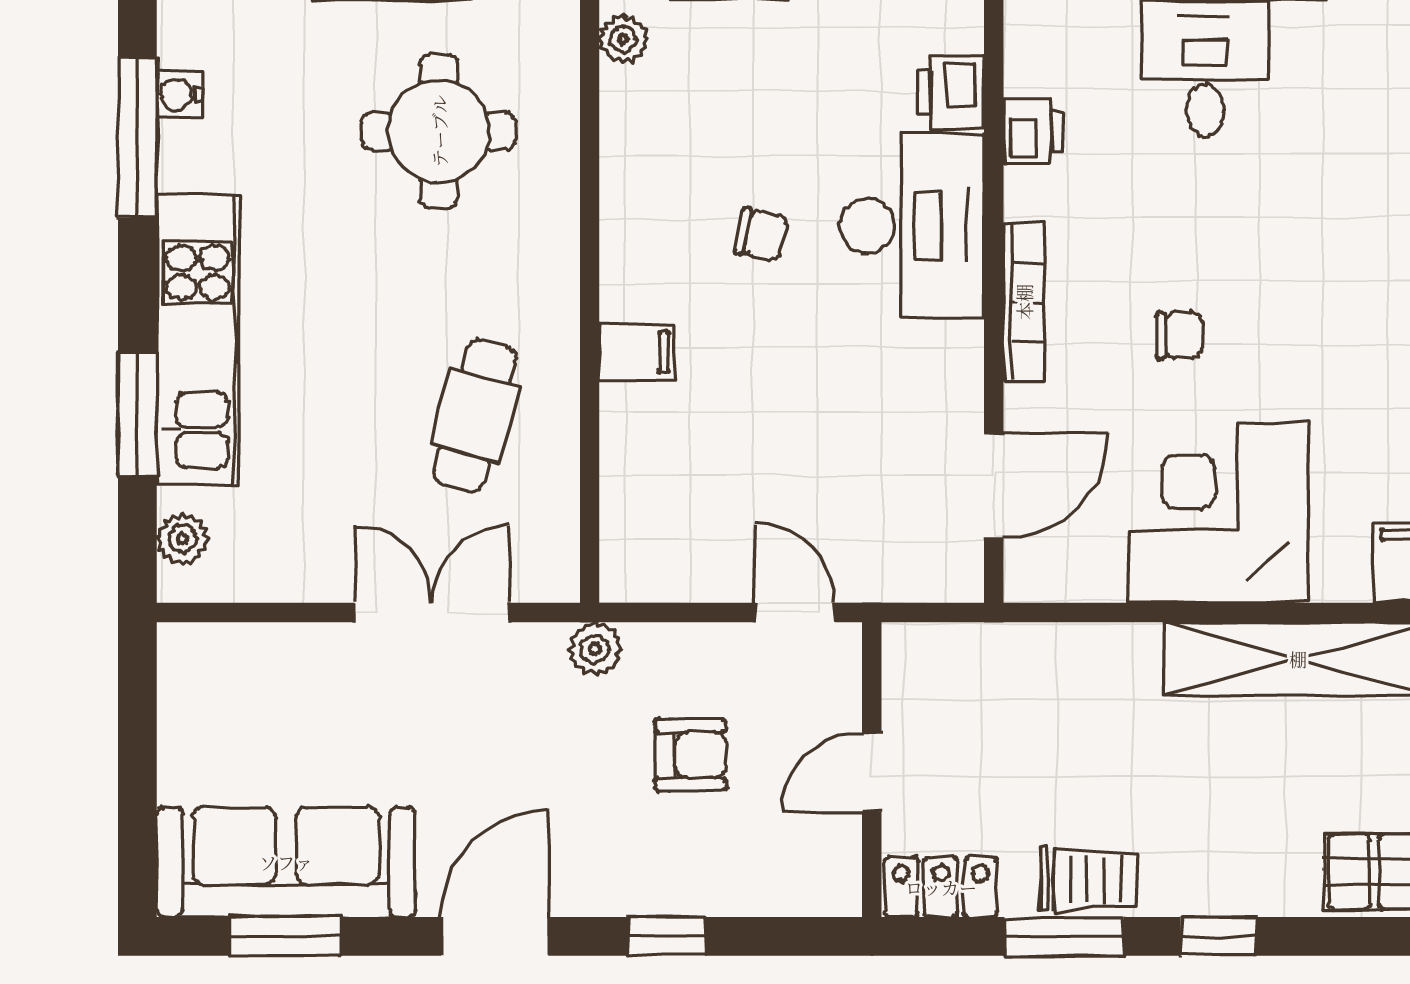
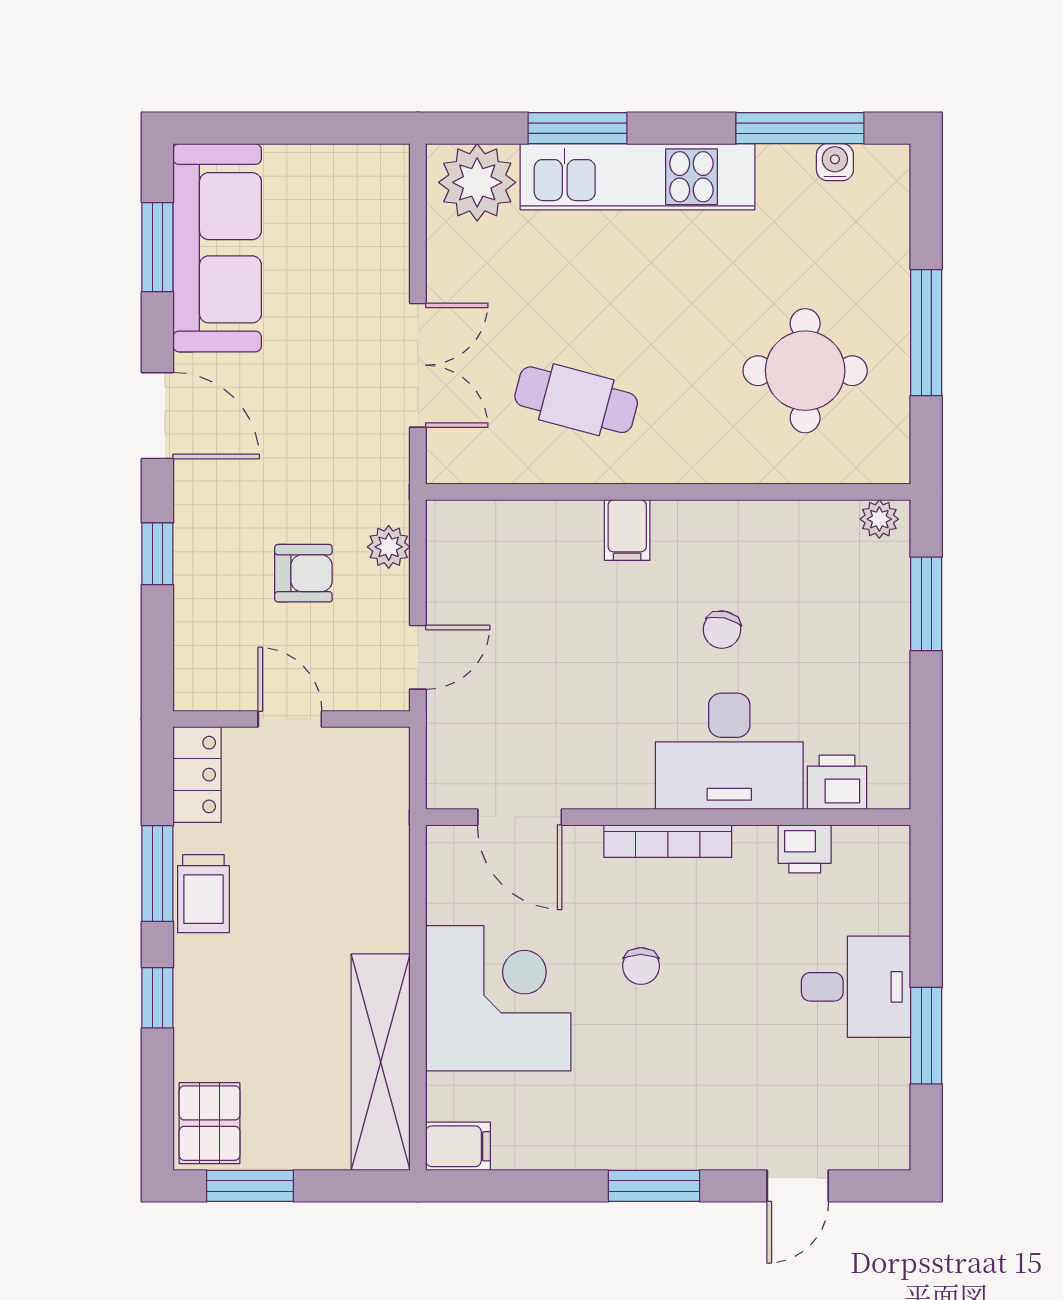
plant: (182, 539) -> (477, 182), width x1.88, depth x1.88
plant: (595, 649) -> (389, 547), moved
armchair: (691, 755) -> (303, 573), turned -90

